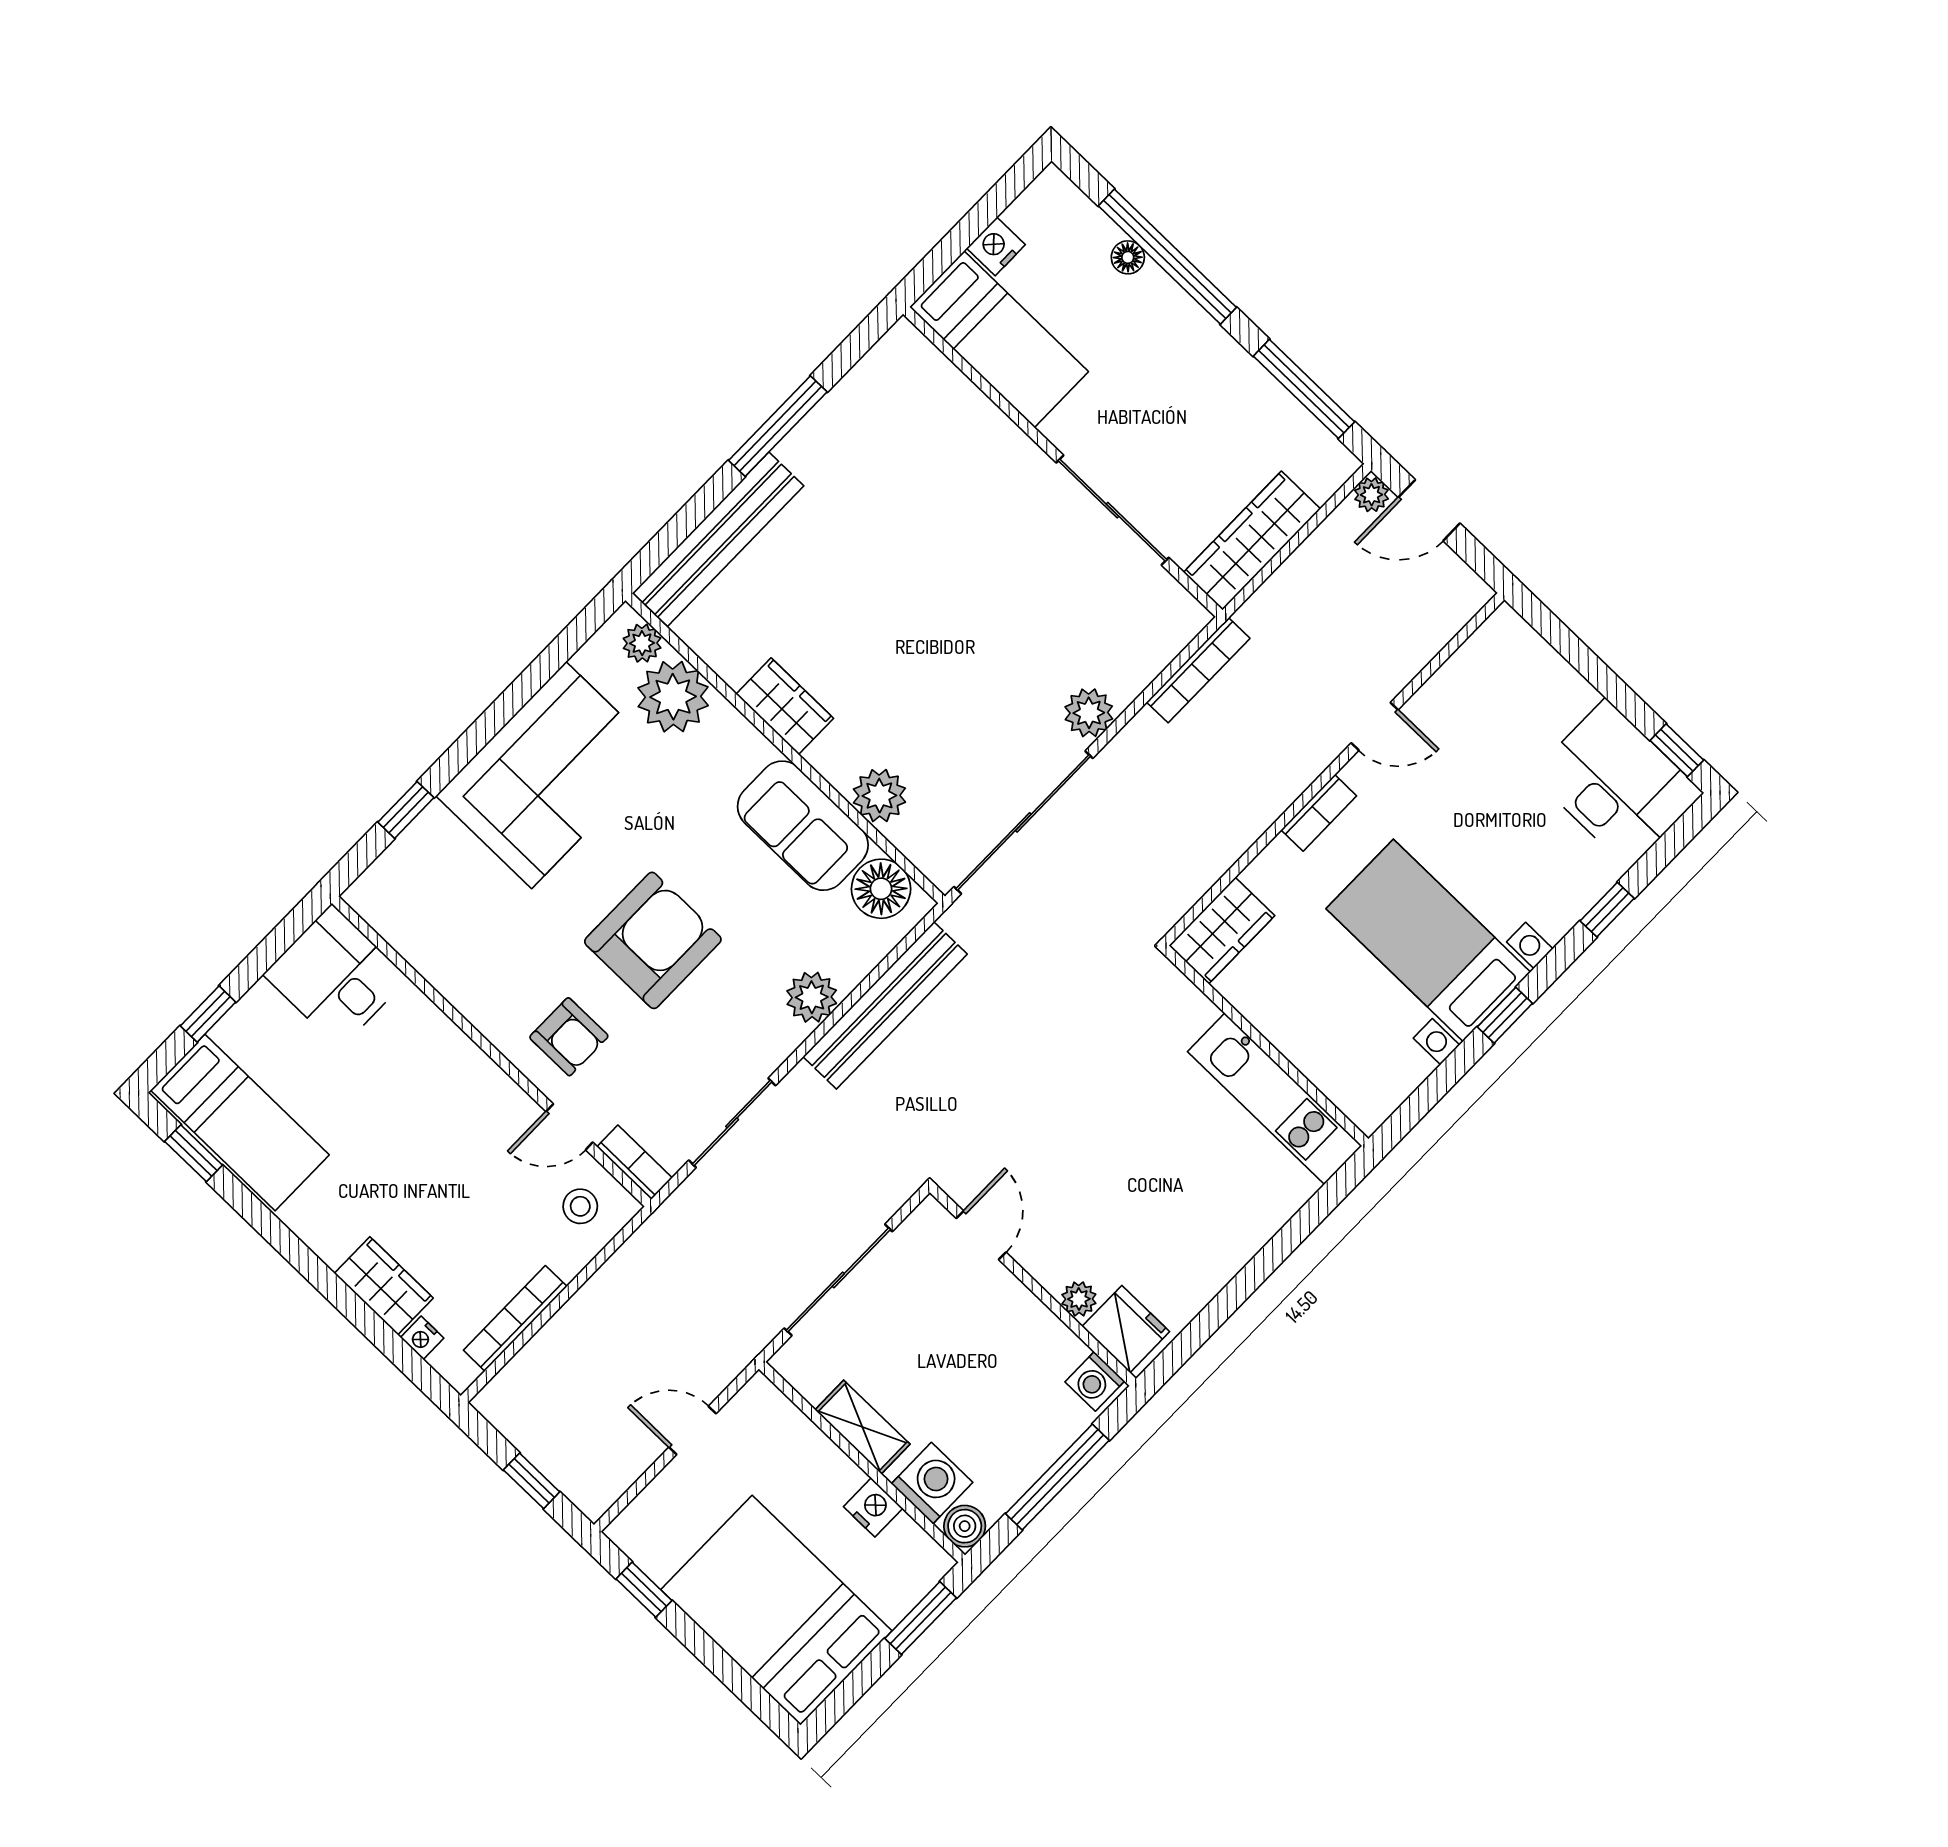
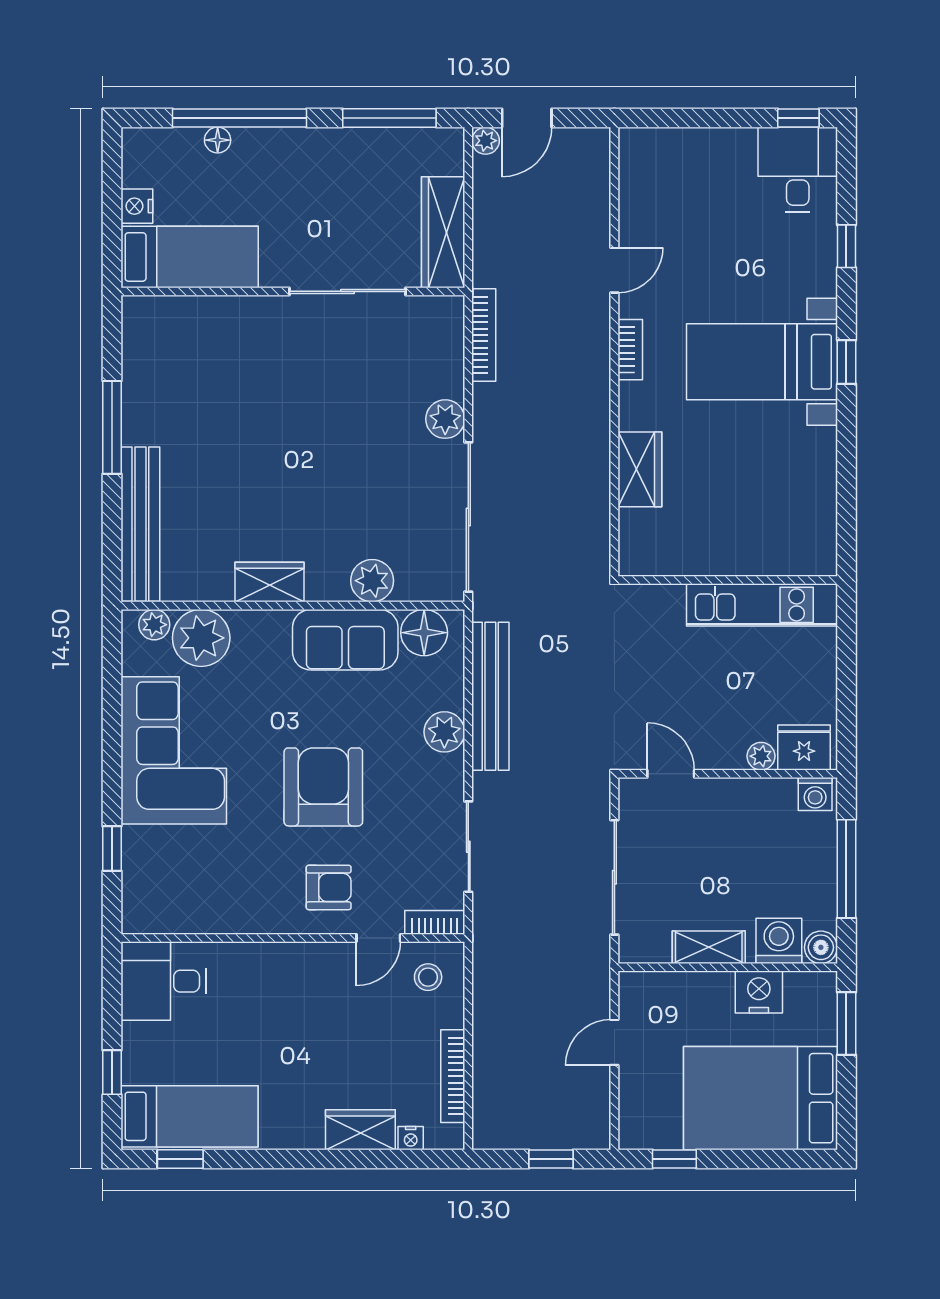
desk: (1617, 784) -> (798, 170), width x0.73
wall: (1265, 1046) -> (728, 580), moved
kitchen unit: (1275, 1099) -> (762, 605), moved
nightstand: (873, 1507) -> (759, 992), width x1.36, depth x1.33

